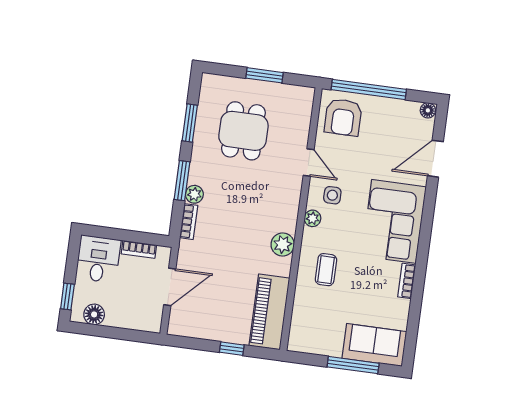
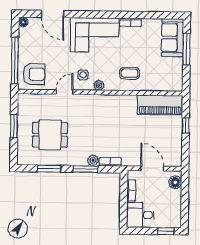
plant: (283, 245) -> (117, 102), removed
floor lamp: (94, 314) -> (175, 182), moved

